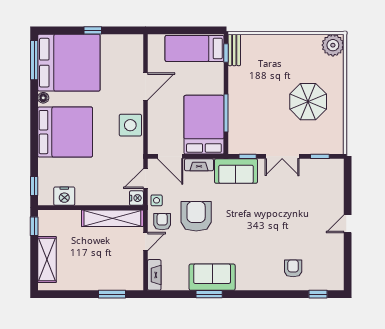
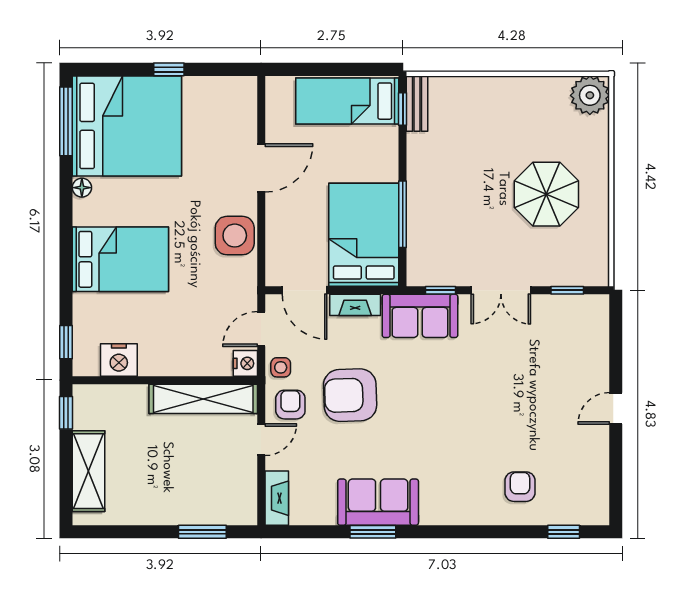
bed: (65, 132) -> (120, 259), width x0.73
armchair: (196, 216) -> (350, 395), turned -92

